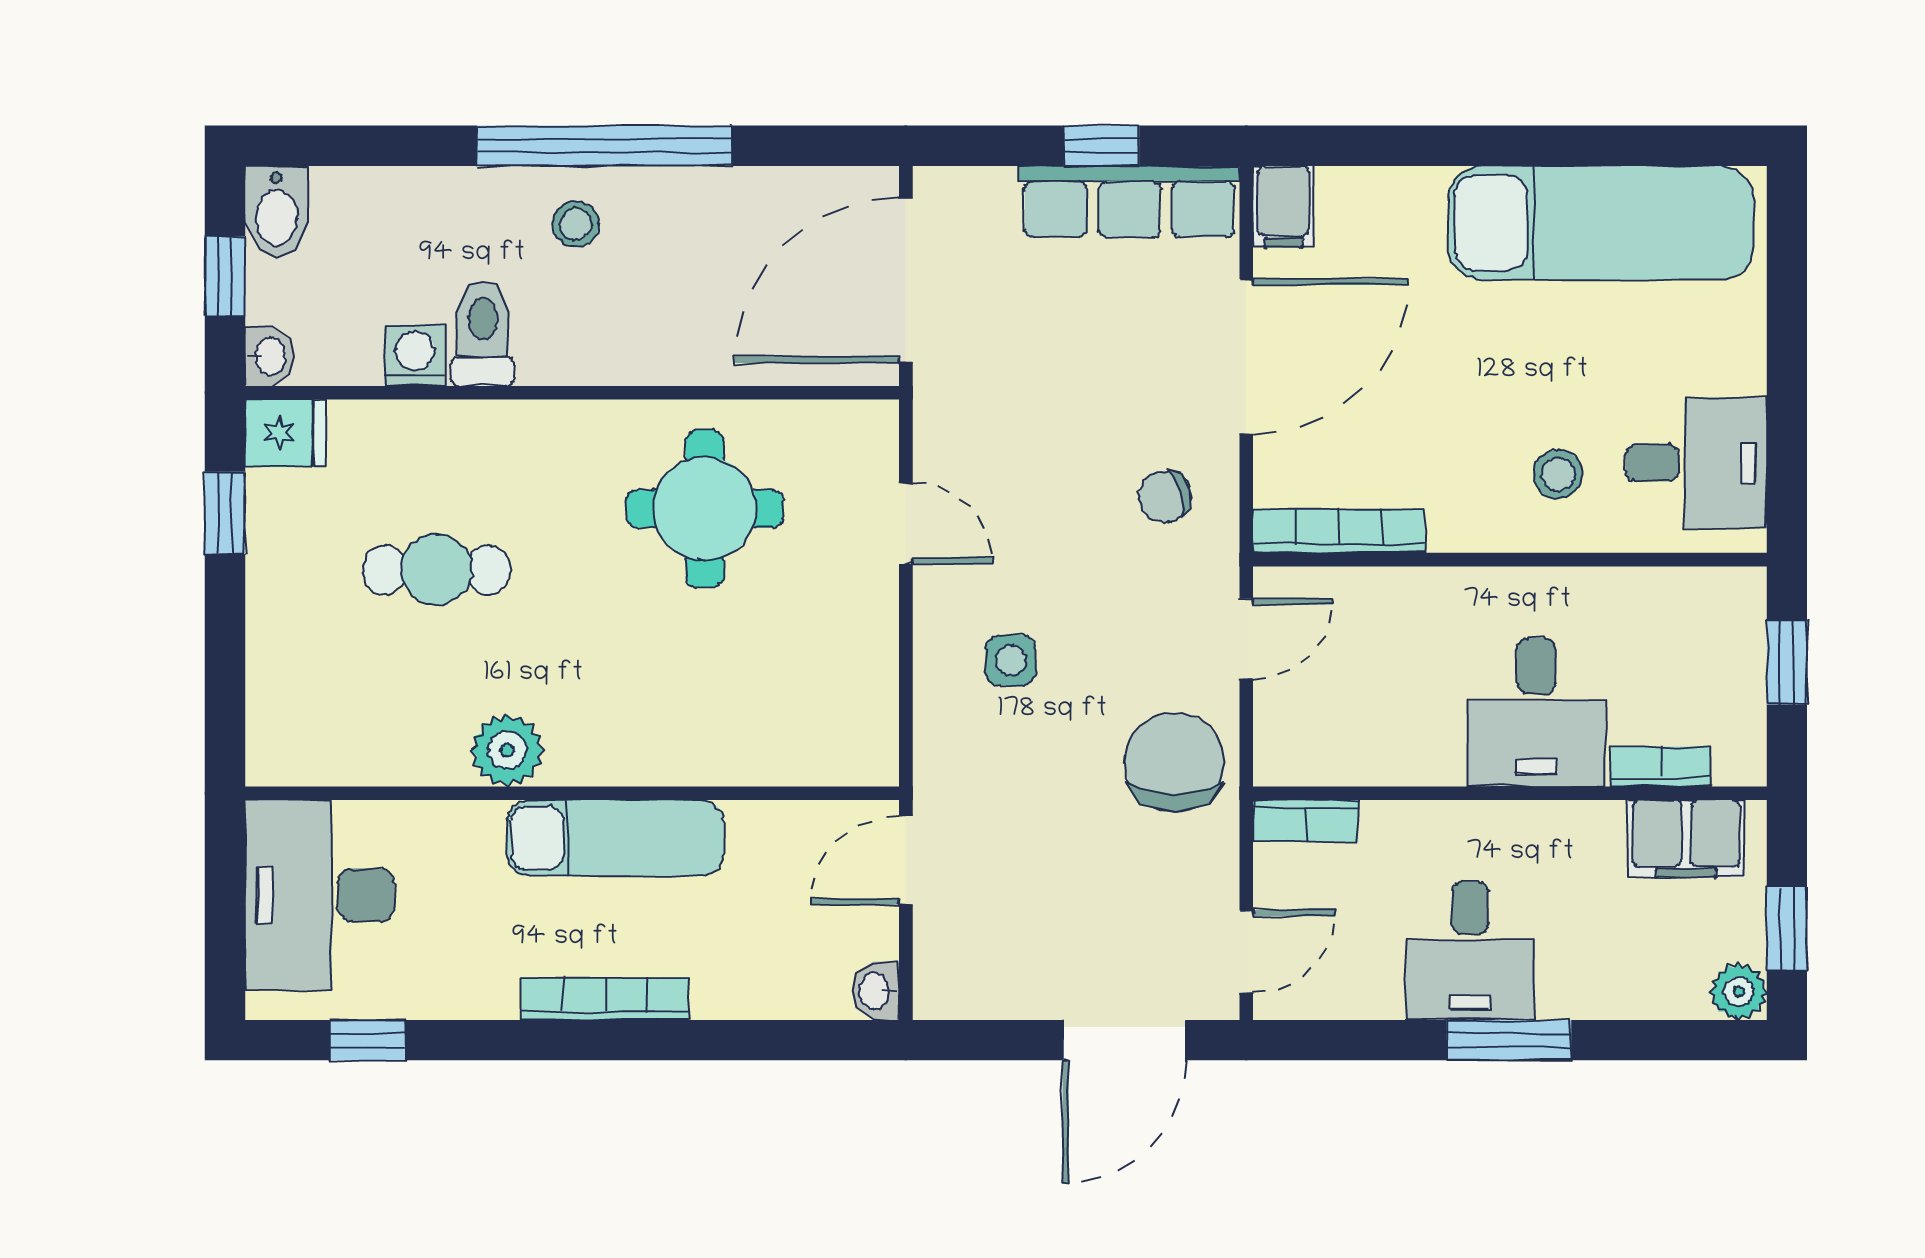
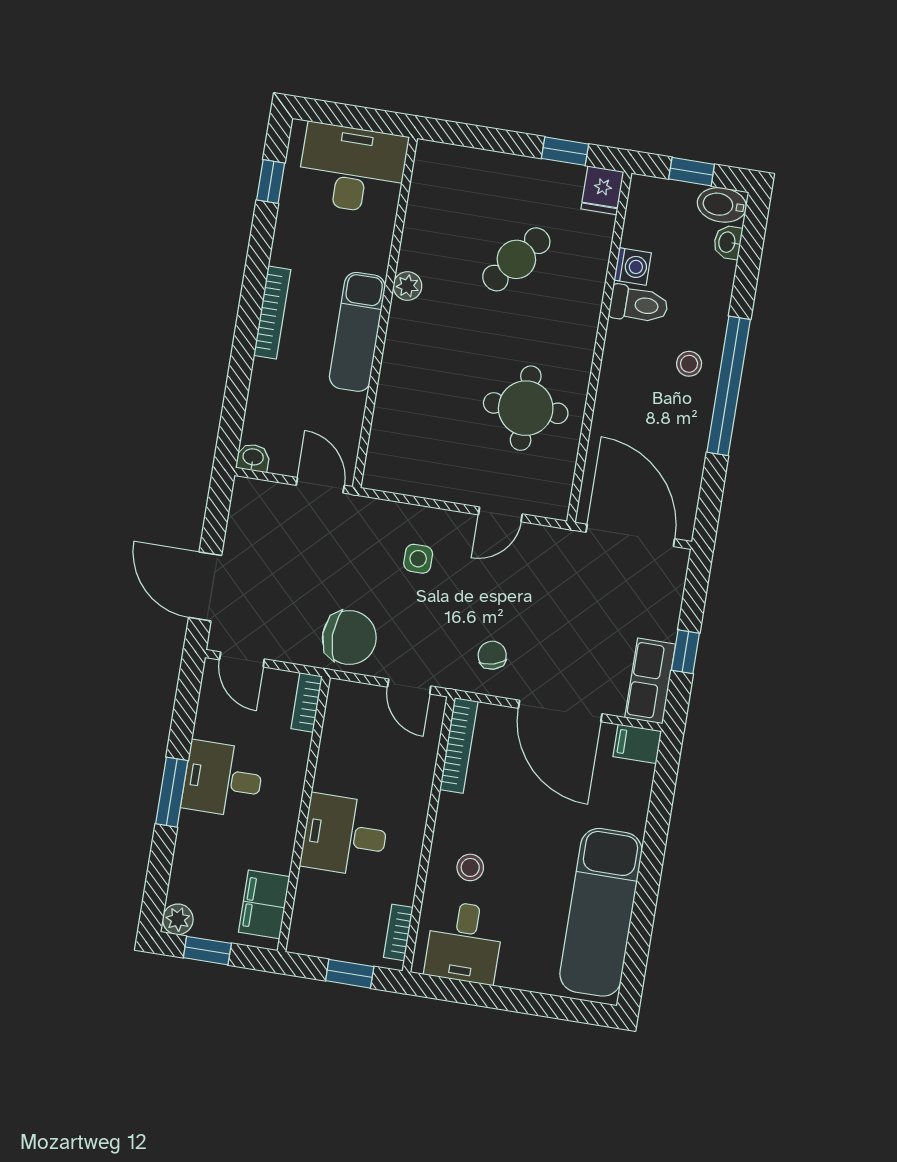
row of seats: (1129, 201) -> (650, 681), width x0.68
washbasin: (269, 356) -> (728, 242), moved, turned 90
cafe table: (437, 570) -> (516, 259), turned 39
plant: (507, 750) -> (407, 286), width x0.73, depth x0.73
bookcase: (1661, 767) -> (398, 932), moved, turned 180

